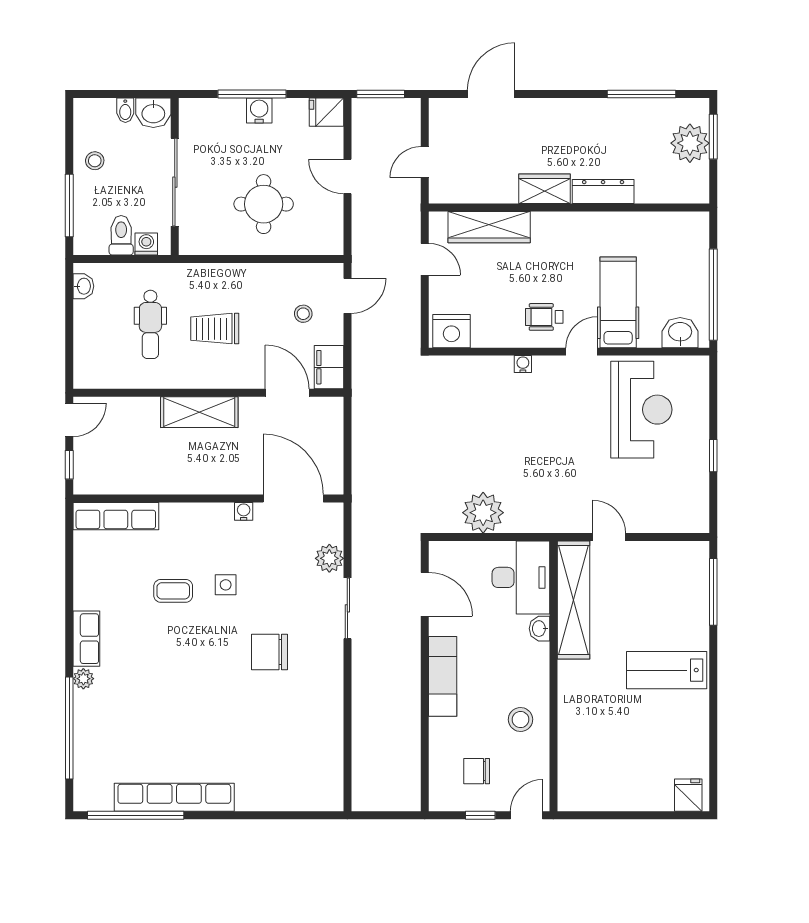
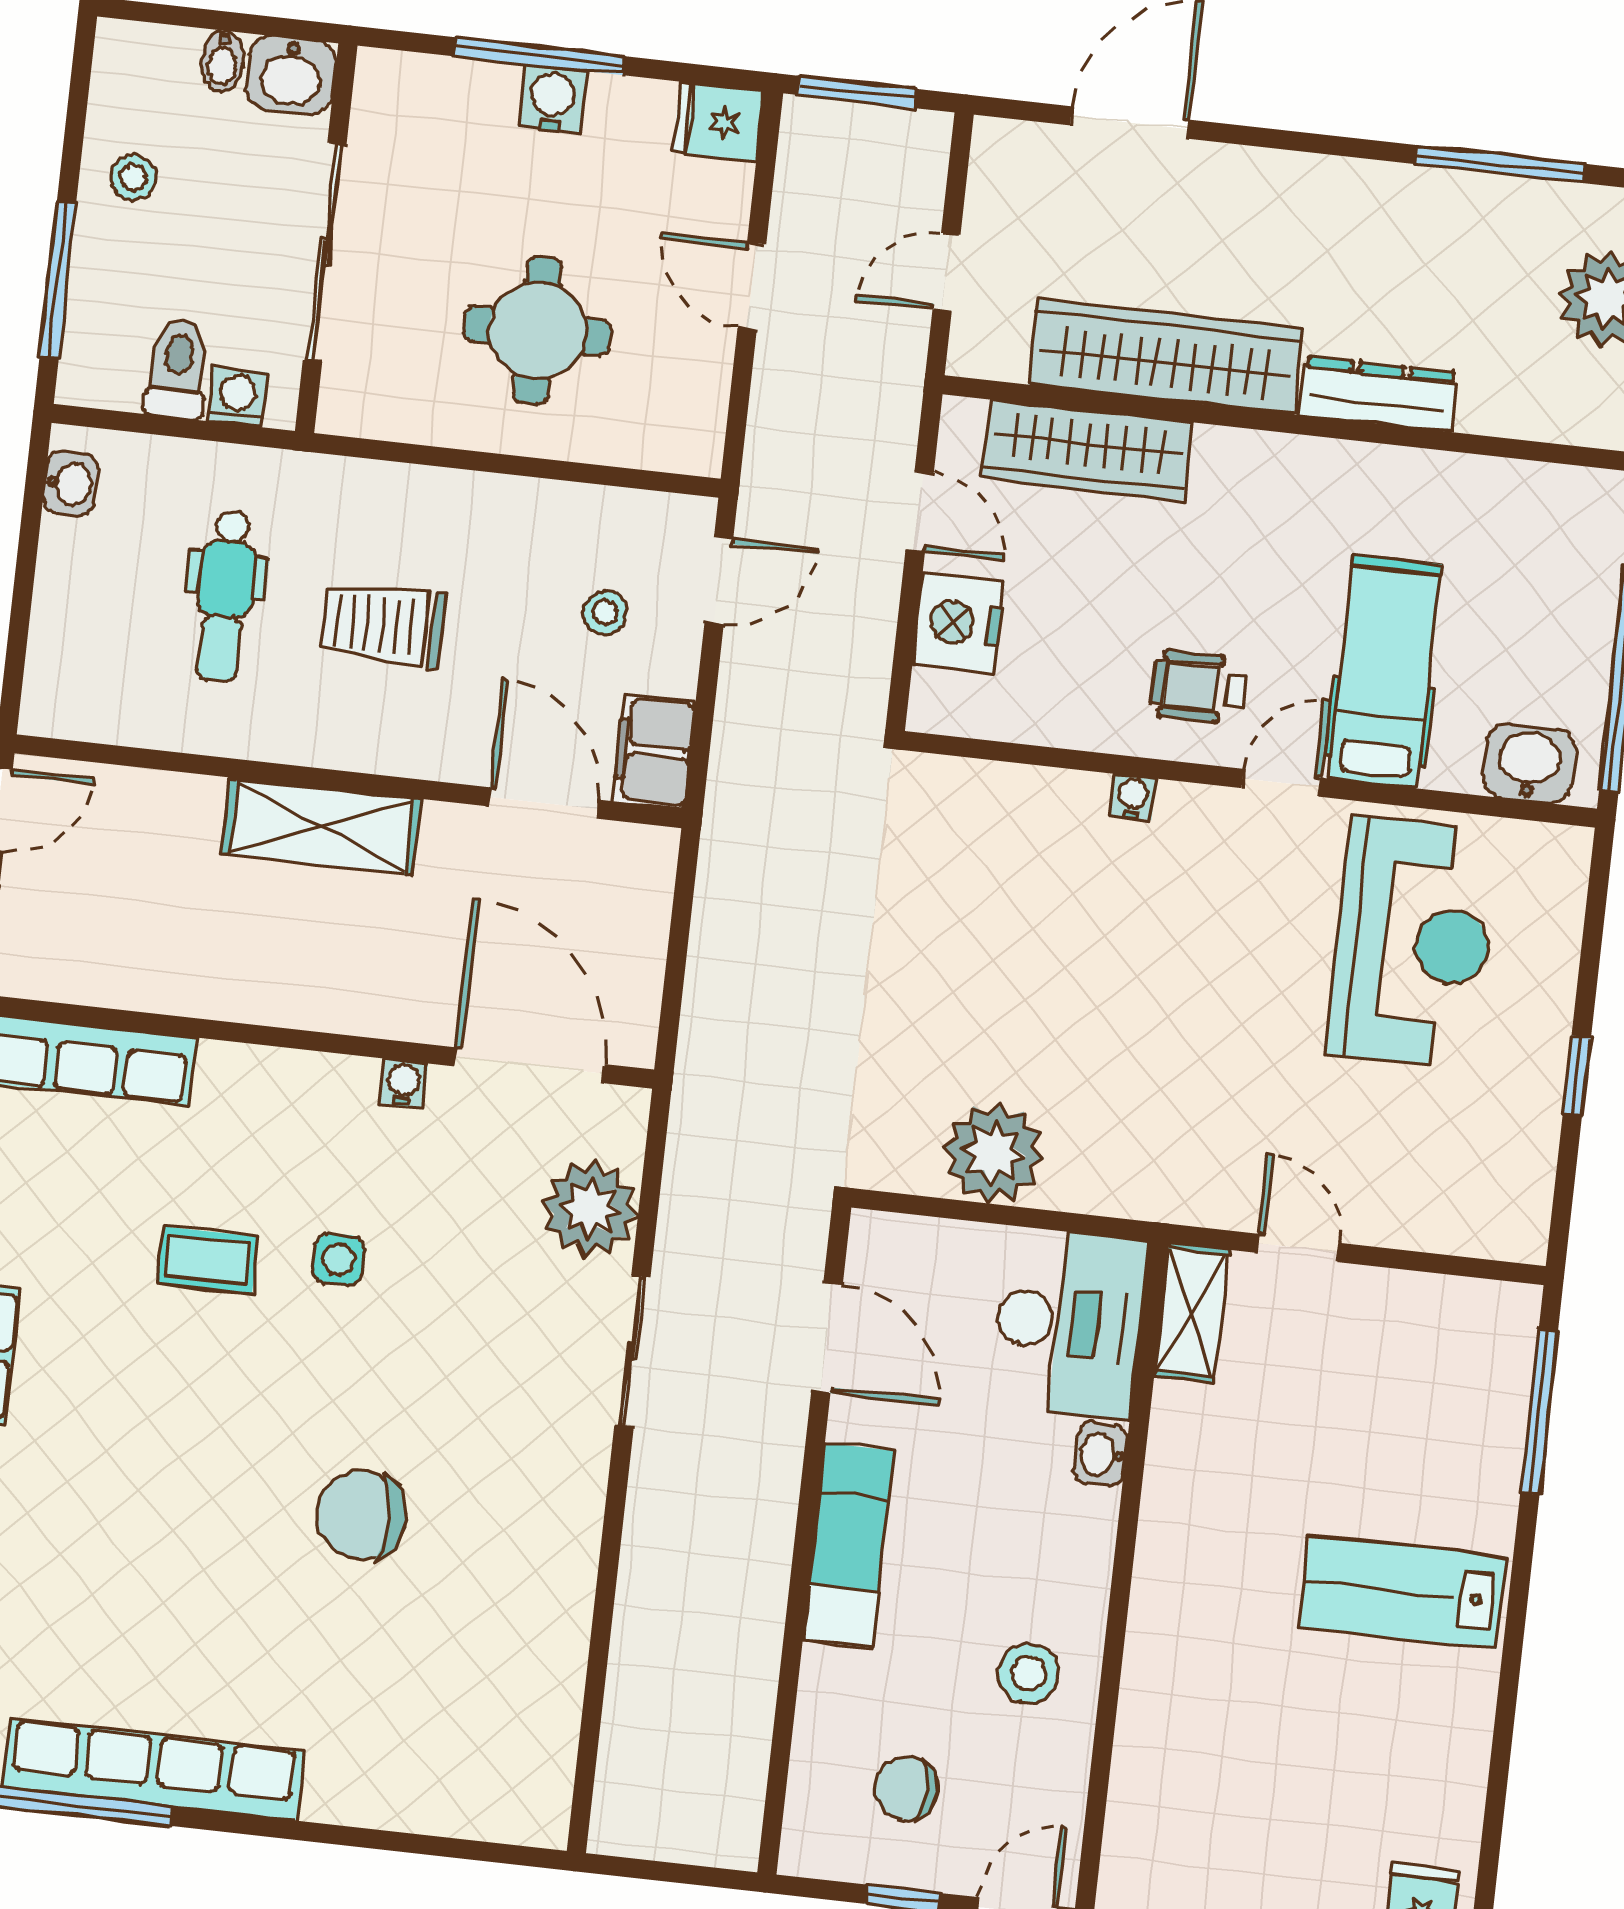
wardrobe: (545, 189) -> (1166, 356), width x2.10, depth x1.17
nightstand: (451, 331) -> (958, 623), moved, turned 90
plant: (329, 558) -> (590, 1209), width x1.36, depth x1.36
shelving: (573, 600) -> (1191, 1313), width x0.45, depth x0.75
chair: (269, 652) -> (361, 1515), moved

